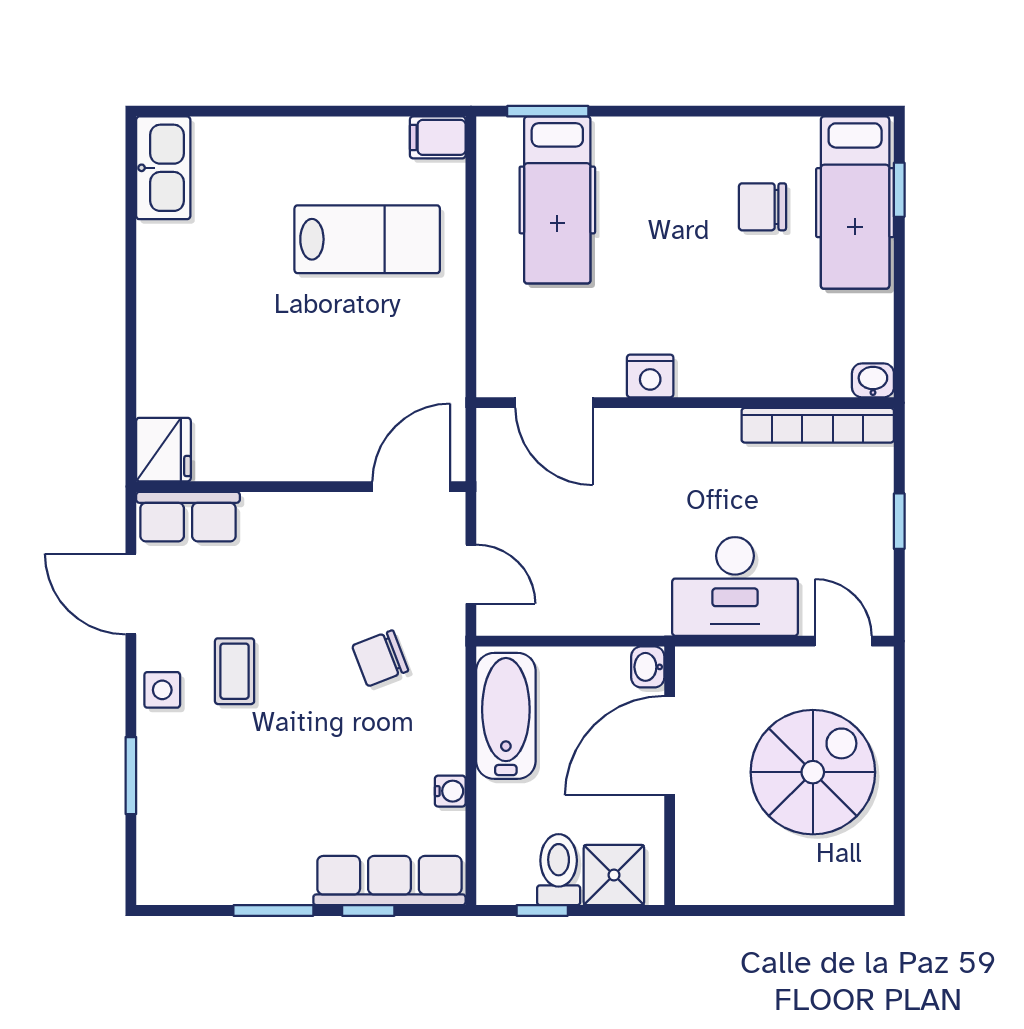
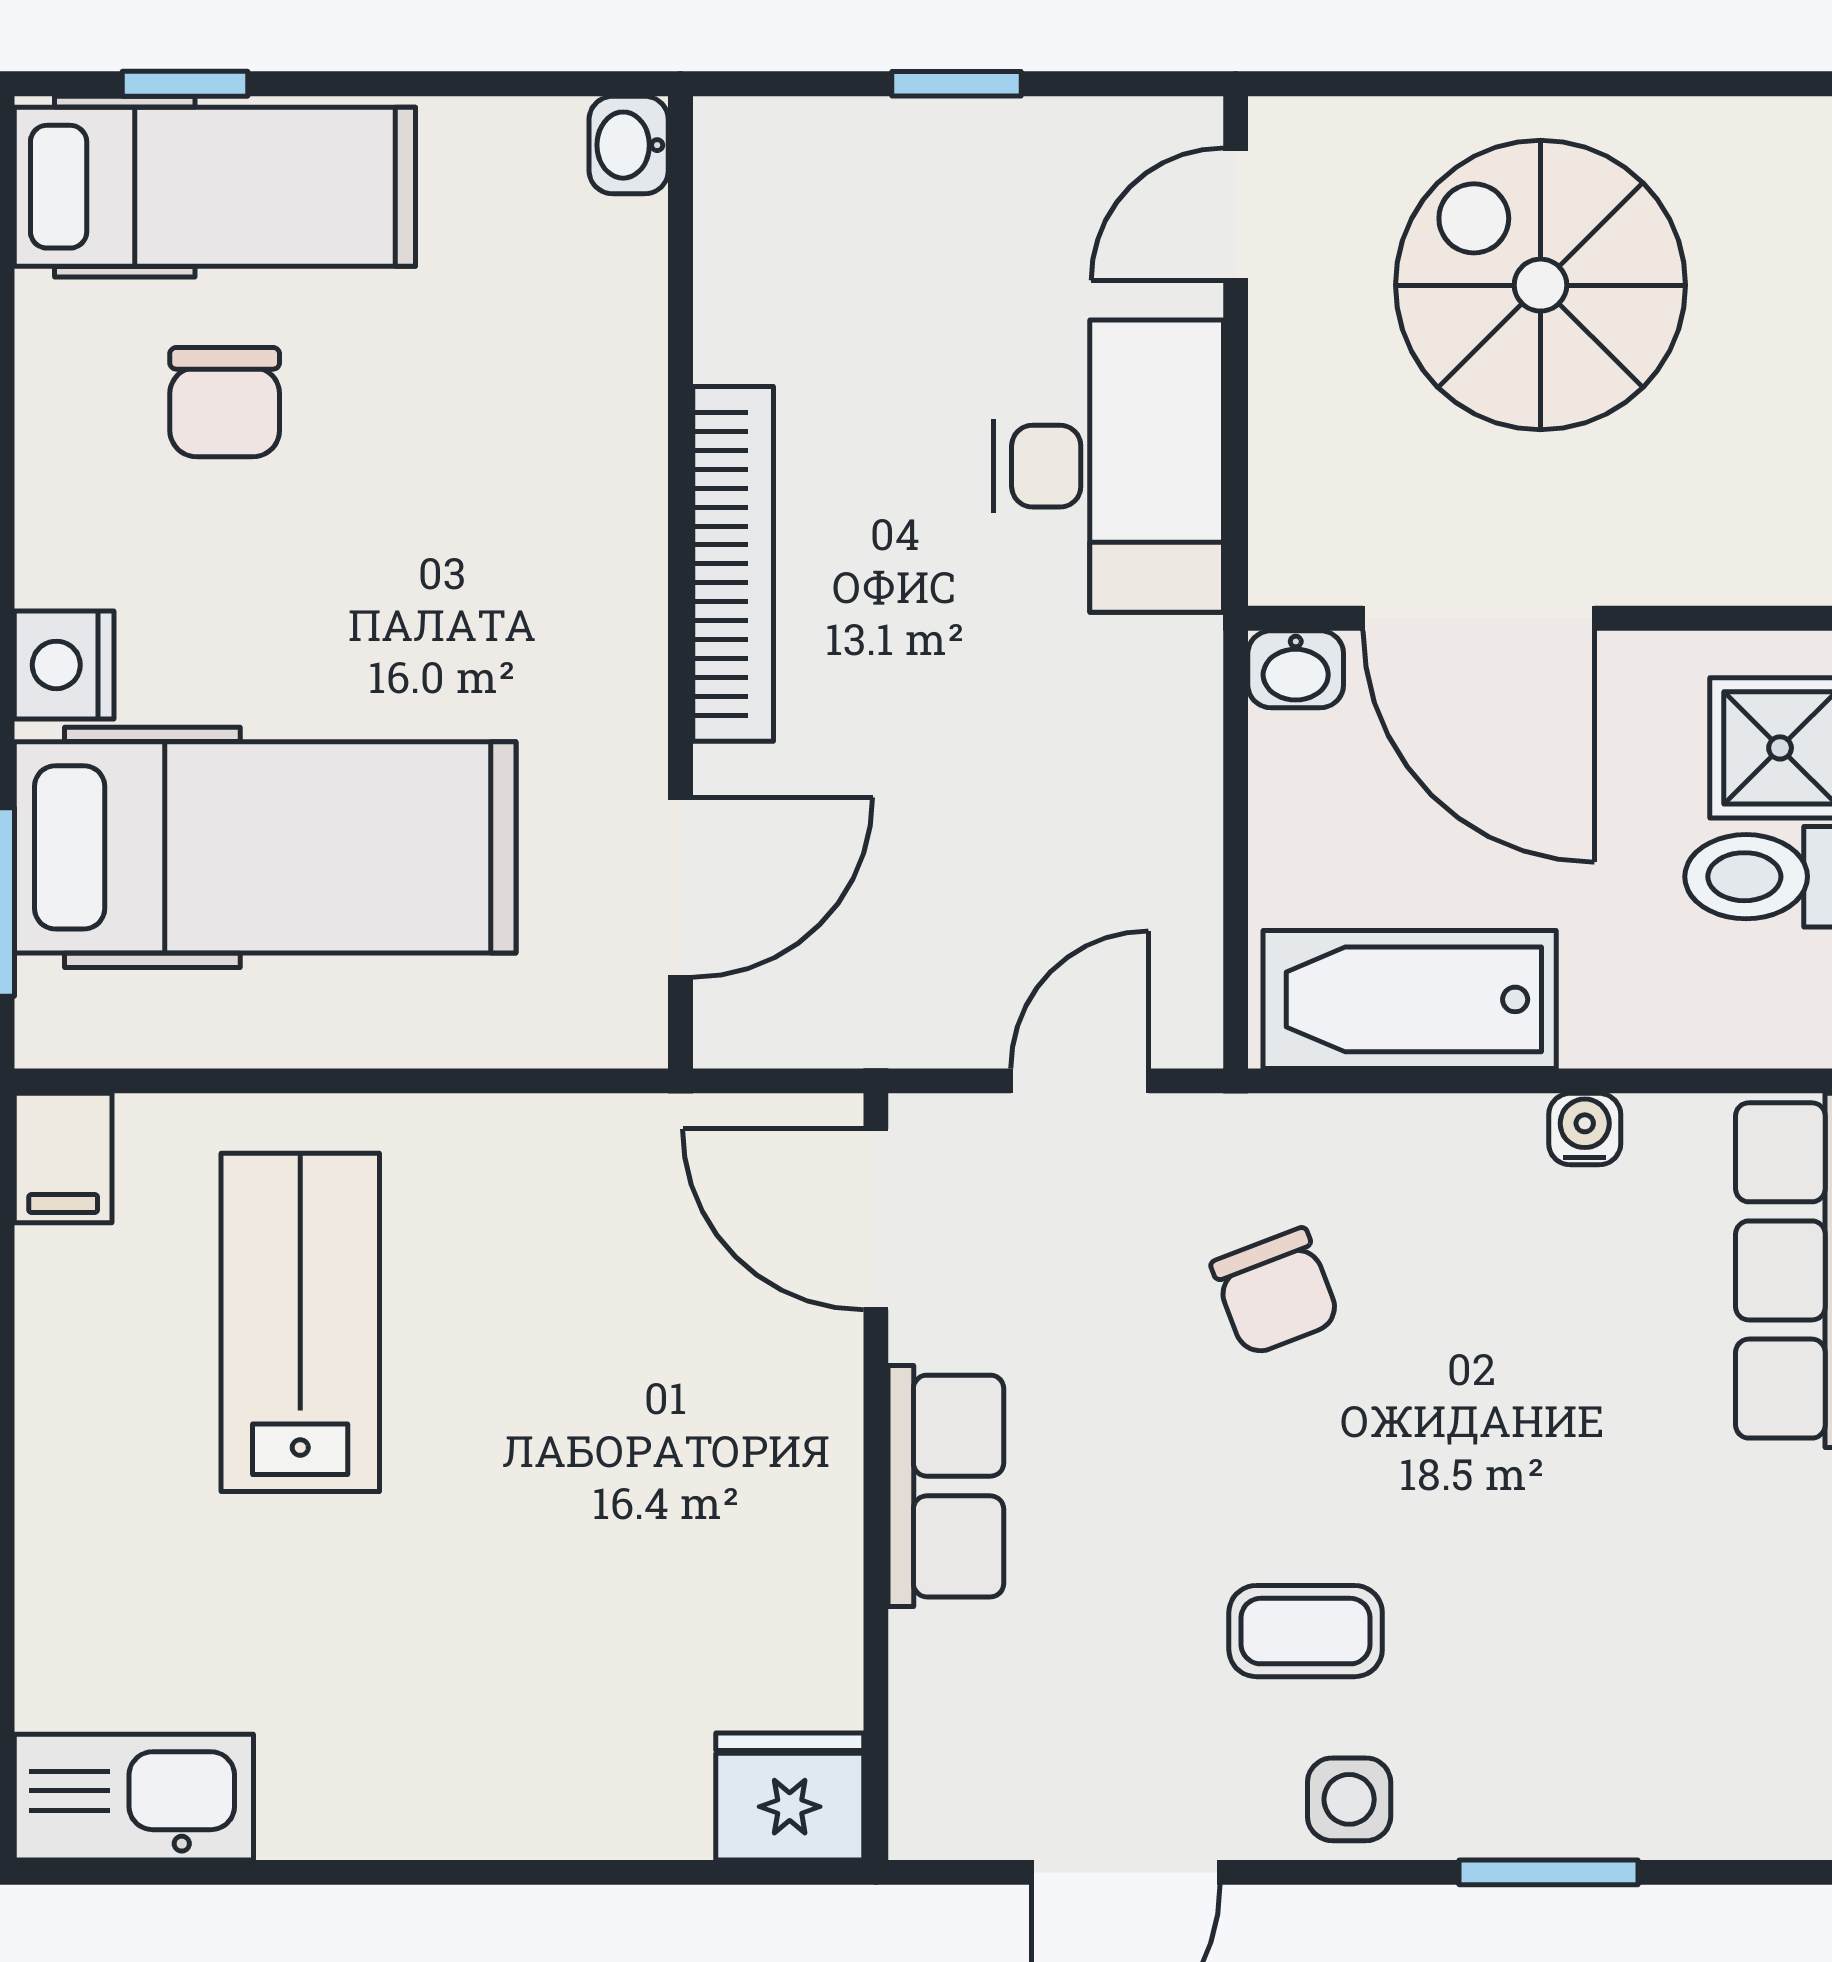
hospital bed: (557, 200) -> (265, 847), width x1.37, depth x1.29
nightstand: (650, 376) -> (64, 665), moved, turned 180
bookcase: (818, 425) -> (733, 564), moved
row of seats: (188, 517) -> (946, 1486), moved

